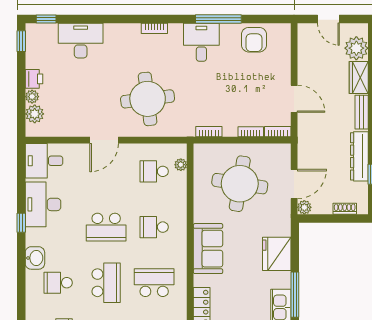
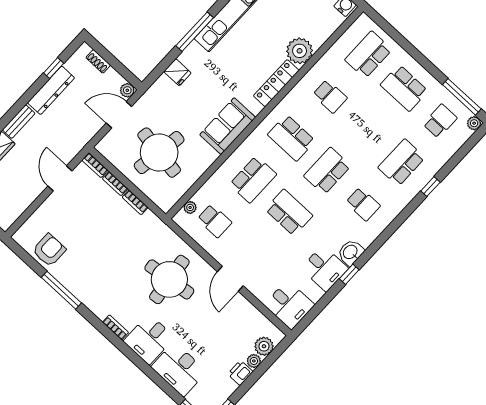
desk: (201, 42) -> (149, 339), moved
bookcase: (209, 132) -> (135, 202), moved
door: (104, 140) -> (230, 279), swing flipped
desk: (43, 204) -> (324, 268), width x0.73
school desk: (154, 227) -> (253, 179), width x1.85
fridge: (277, 254) -> (177, 72), width x0.53, depth x0.75
washbasin: (35, 258) -> (351, 252), moved

